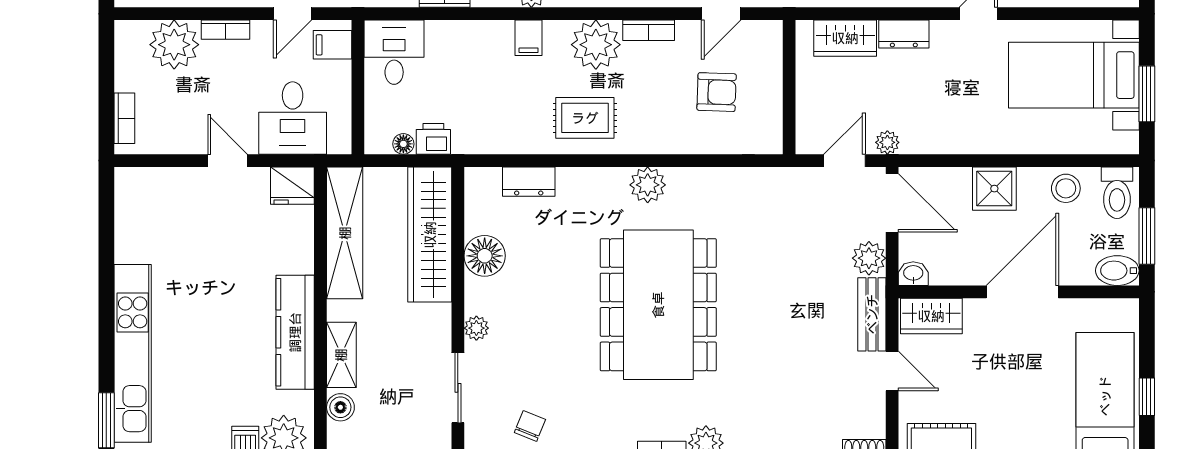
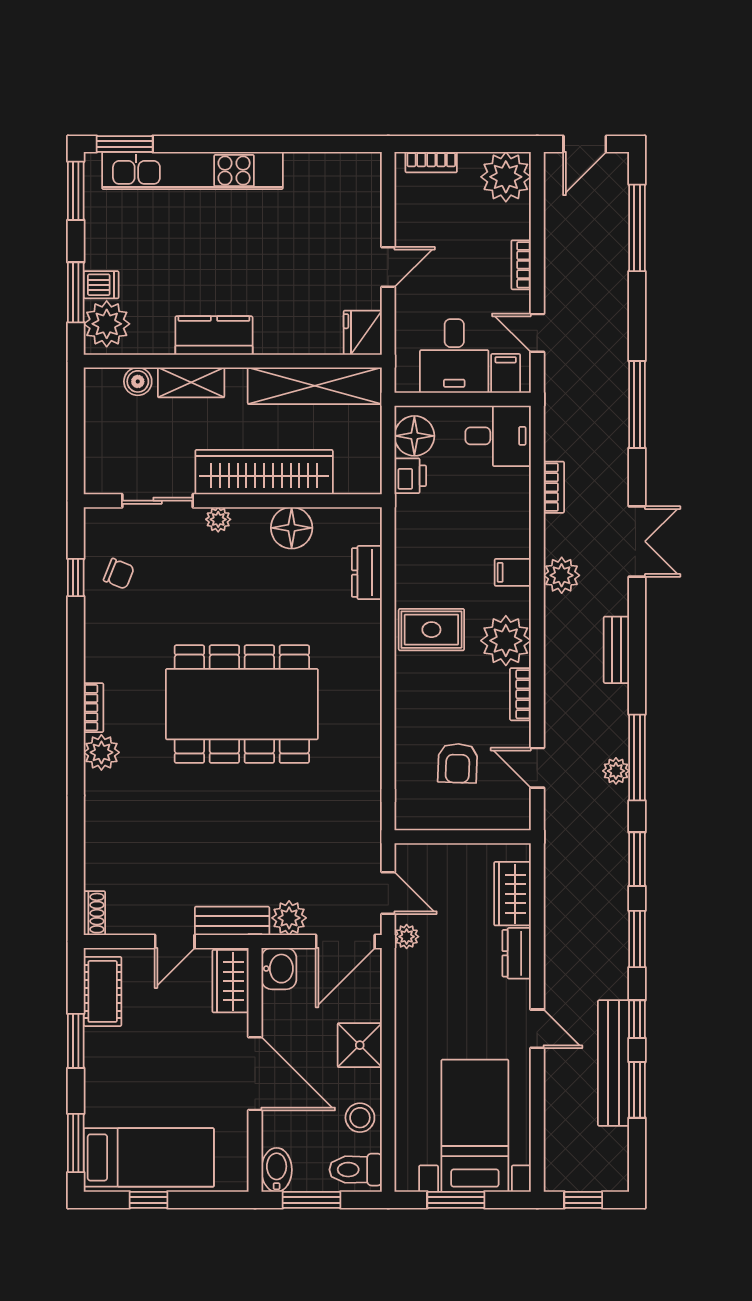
plant: (174, 45) -> (506, 177), moved
desk: (293, 118) -> (454, 356), moved, turned -90
rug: (585, 118) -> (431, 630), turned 90
floor lamp: (403, 144) -> (414, 436), width x1.89, depth x1.89
plant: (648, 185) -> (364, 693), removed
wardrobe: (430, 235) -> (264, 472), moved
washbasin: (913, 274) -> (279, 969), width x1.38, depth x1.45
kitchen counter: (295, 332) -> (214, 336), width x0.67

